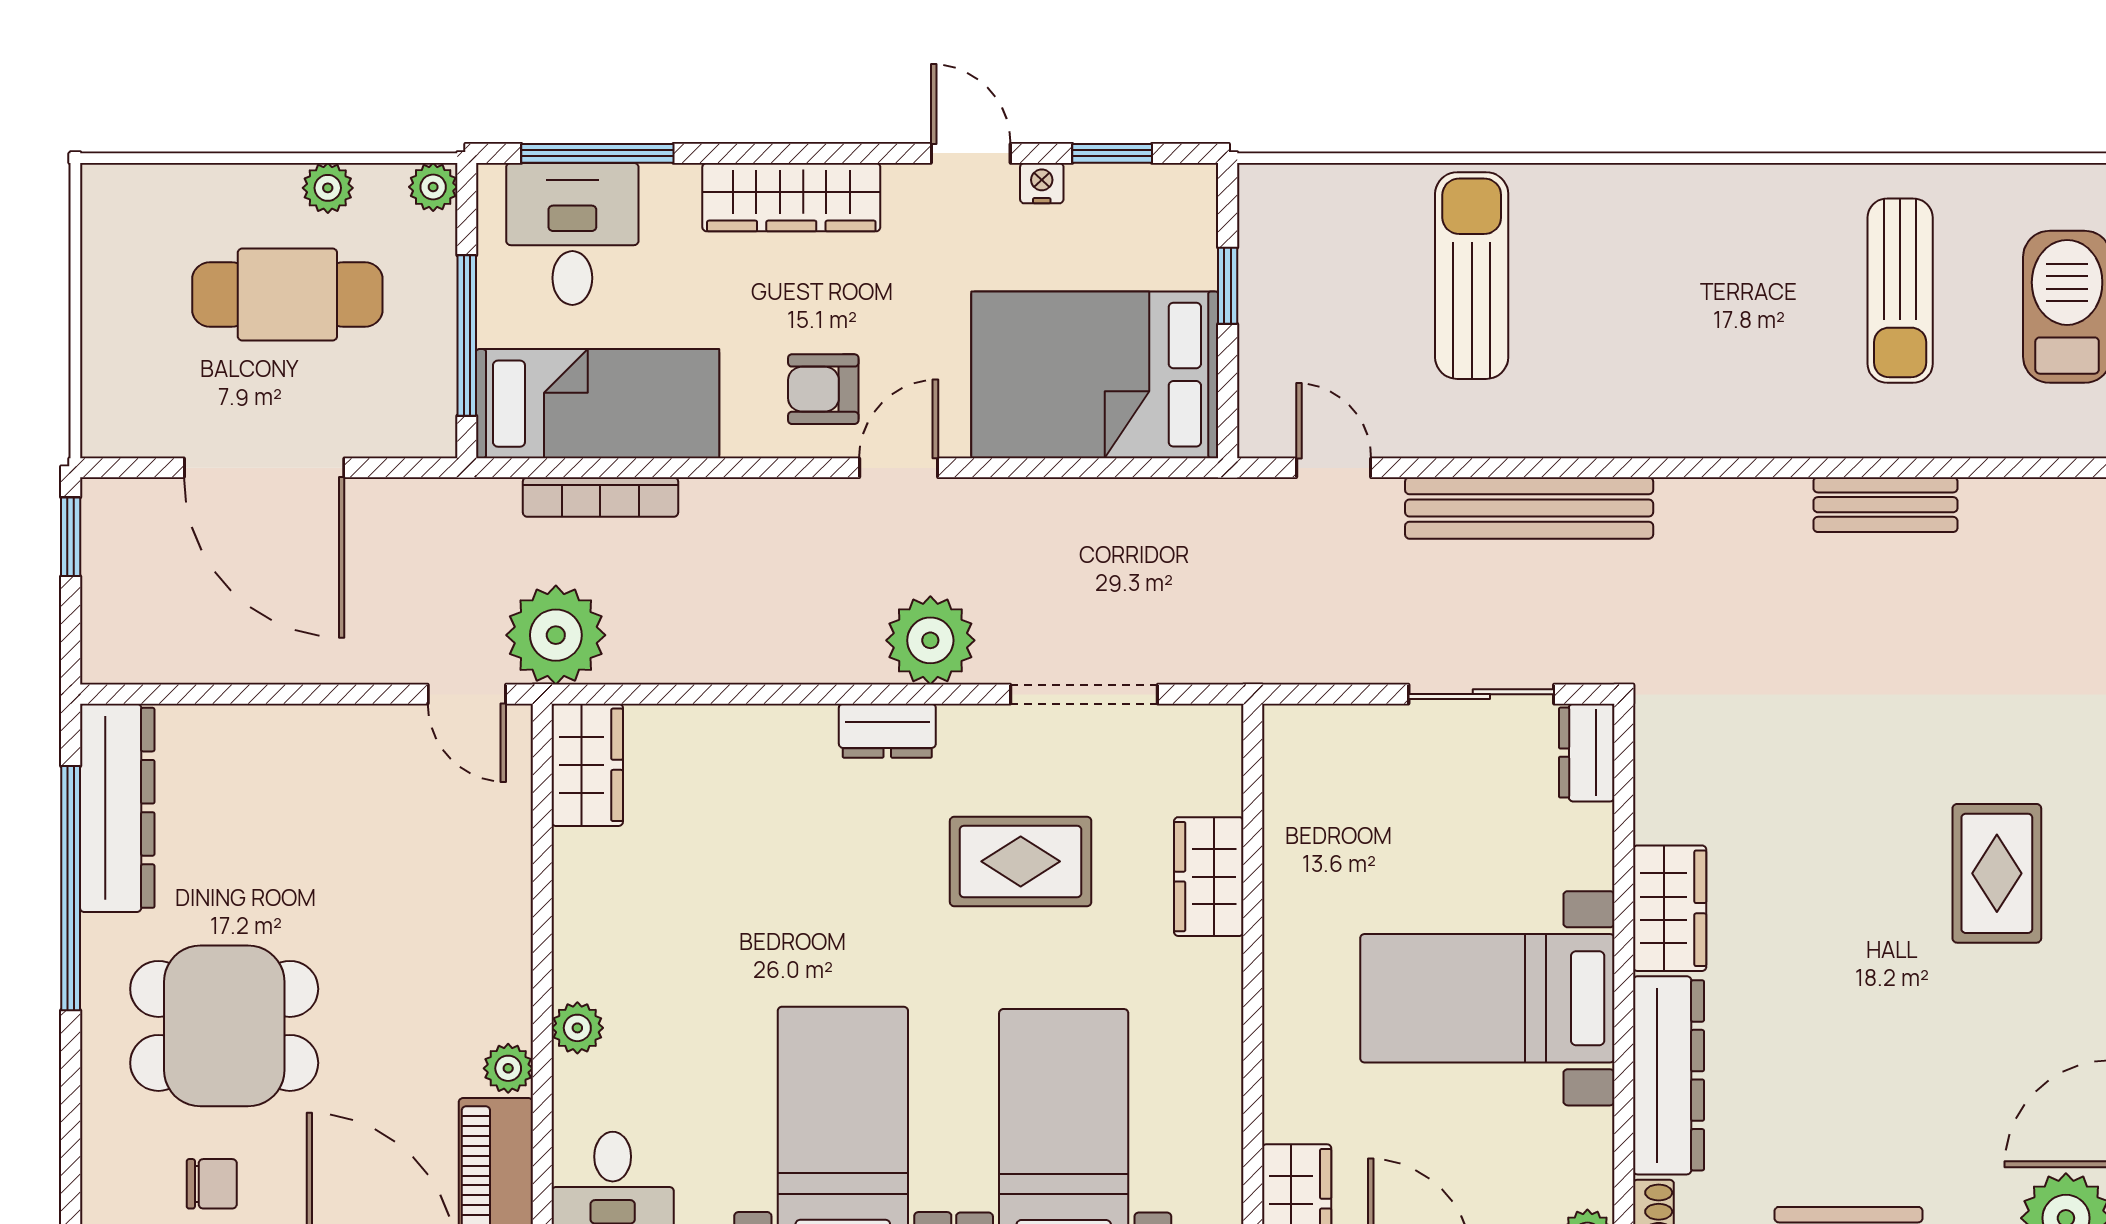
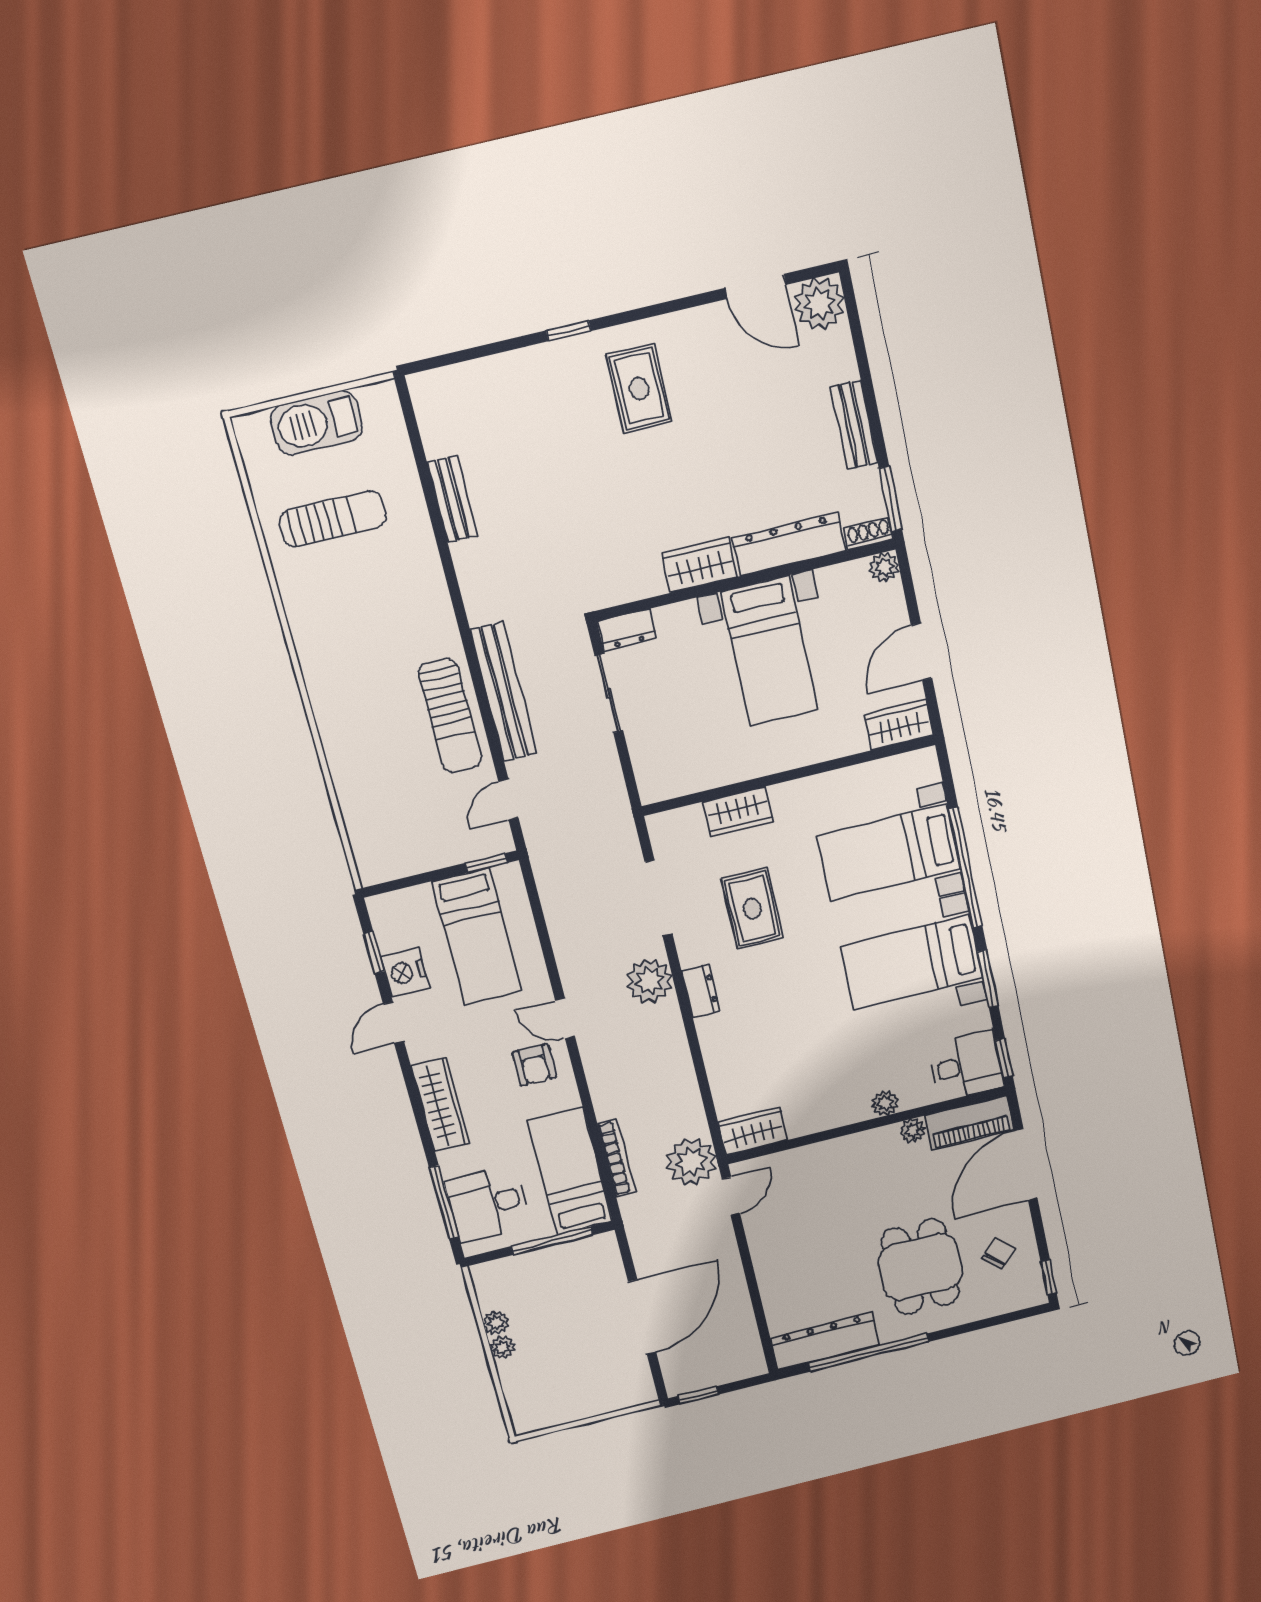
nightstand: (1042, 183) -> (405, 972), width x1.89, depth x1.79
plant: (433, 187) -> (502, 1347), moved
sun lounger: (1472, 276) -> (450, 716), moved, turned -90
window: (1228, 286) -> (486, 863), moved
cafe table: (287, 295) -> (554, 1328), removed
bed: (1095, 375) -> (477, 937), width x0.67
rug: (1997, 873) -> (639, 388), turned 90
chair: (212, 1184) -> (998, 1253), turned 44

